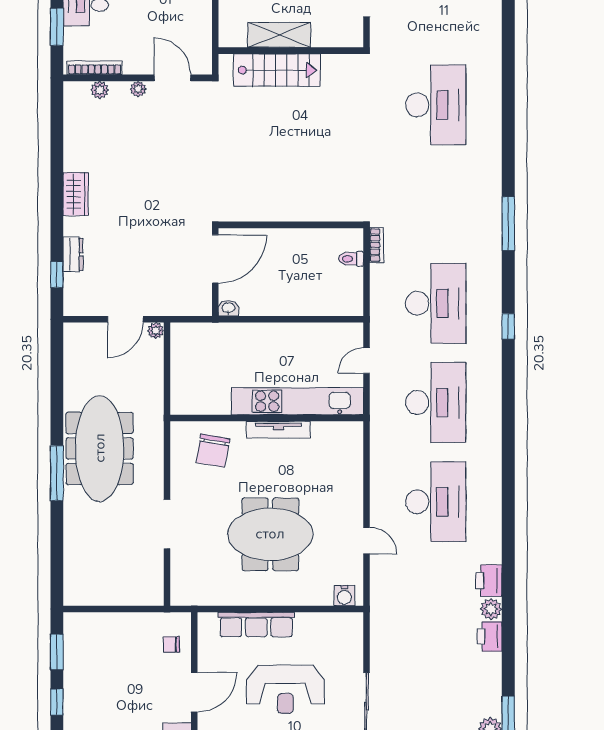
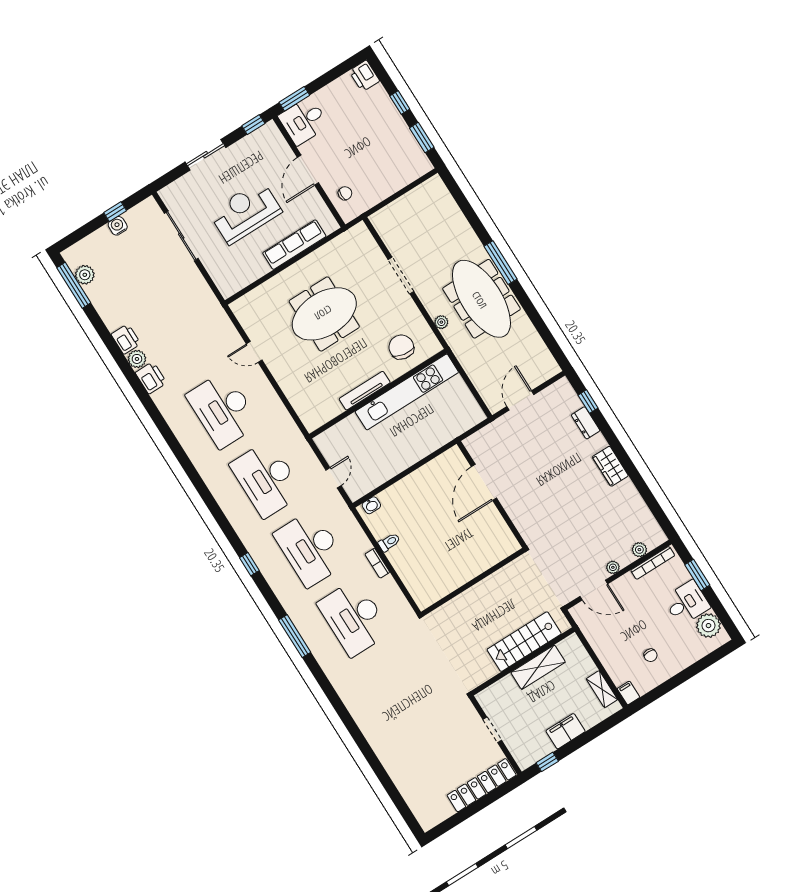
desk: (436, 105) -> (354, 618), moved
wall: (291, 225) -> (473, 582), moved
washbasin: (228, 308) -> (371, 505), moved
plant: (156, 331) -> (441, 322), moved
kitchen unit: (297, 401) -> (407, 392), moved
water cooler: (344, 596) -> (245, 304), removed

